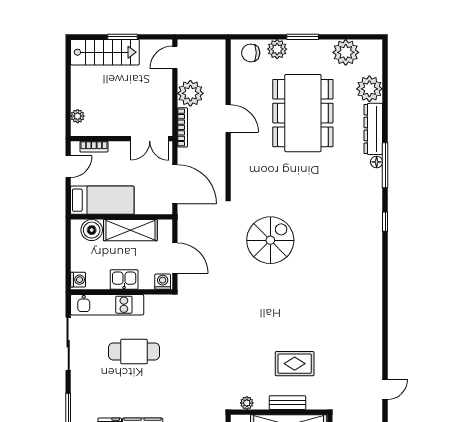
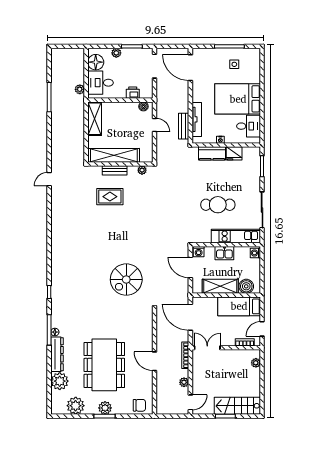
plant: (277, 49) -> (105, 408), moved
plant: (190, 93) -> (184, 382), width x0.53, depth x0.53

